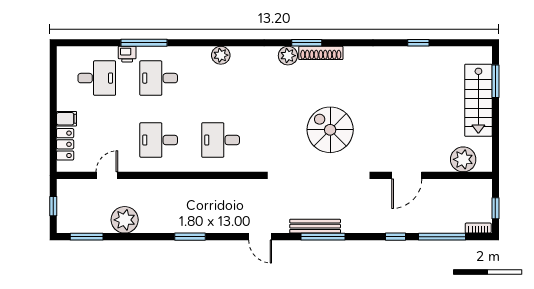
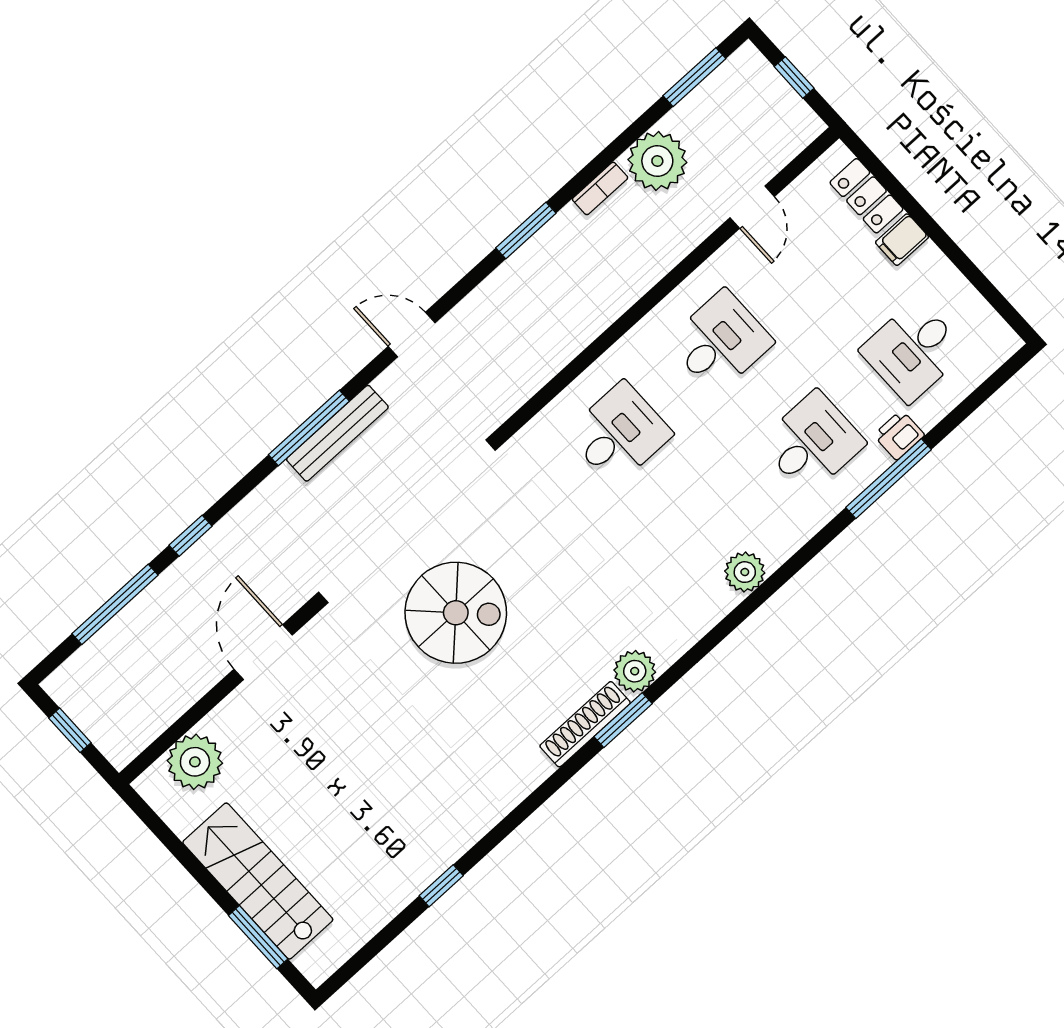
bookcase: (478, 228) -> (600, 188), moved

